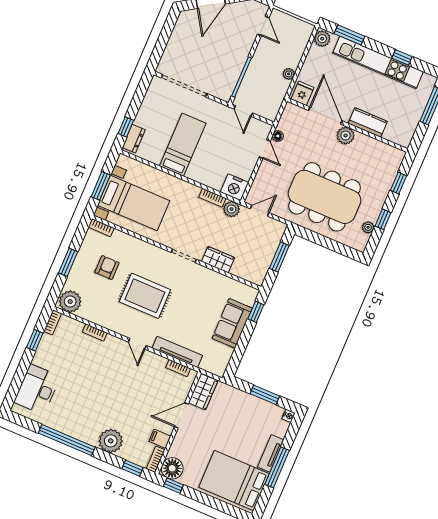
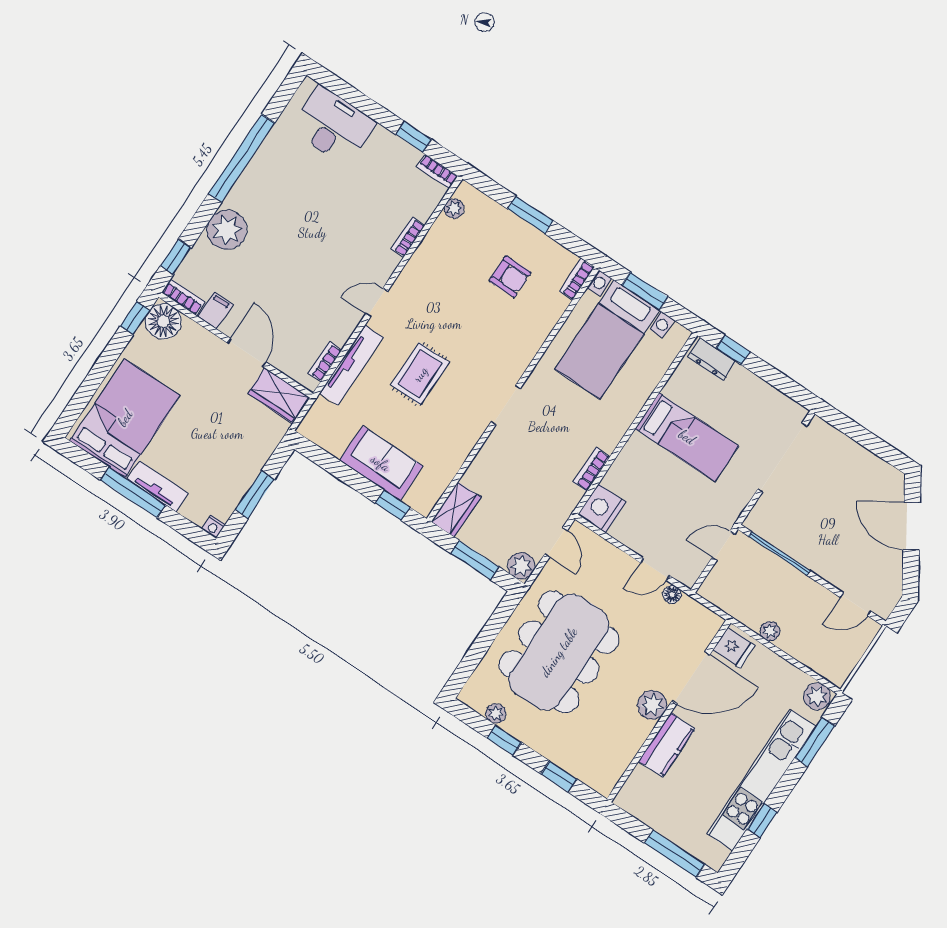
plant: (232, 209) -> (521, 566), moved
wardrobe: (218, 260) -> (456, 509), moved
rug: (145, 296) -> (420, 374), moved, width x0.73, depth x0.70
plant: (70, 302) -> (454, 209), width x0.53, depth x0.53

